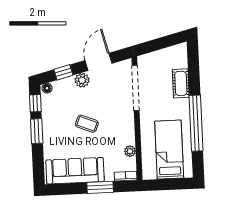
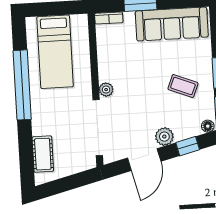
cot: (181, 83) -> (43, 154), moved
coffee table: (87, 124) -> (183, 86), moved
plant: (130, 151) -> (106, 90), moved

